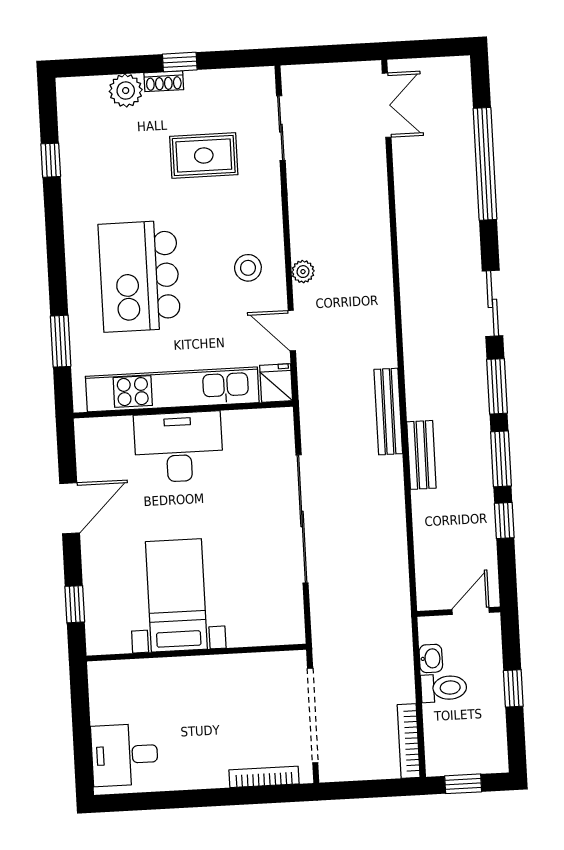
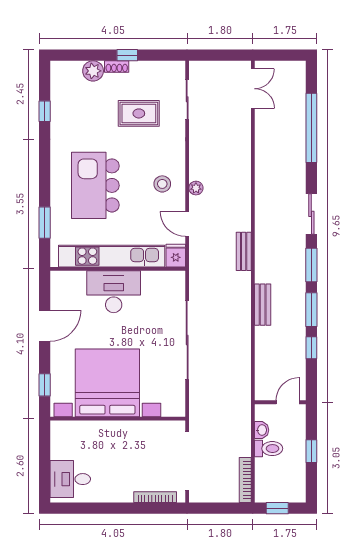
bench: (388, 412) -> (244, 251), moved, width x0.73
bed with nightstands: (176, 595) -> (107, 383), width x1.85

